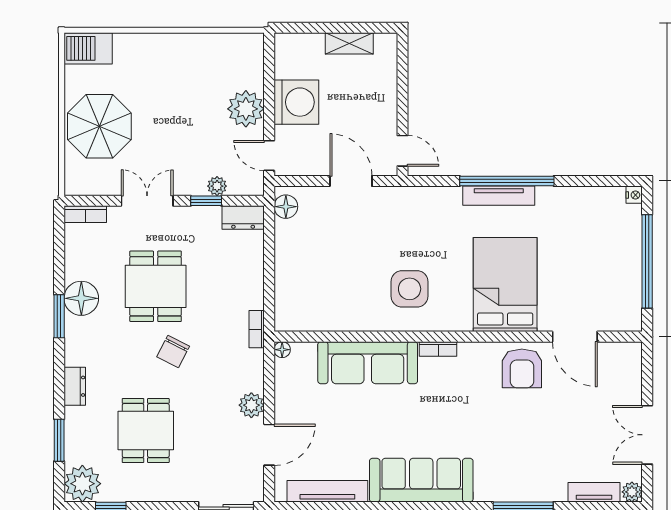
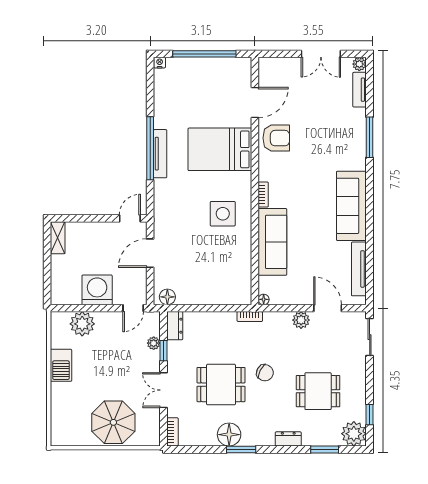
shelving: (349, 43) -> (58, 238), moved
barbecue: (88, 48) -> (61, 365), moved
plant: (246, 109) -> (82, 324), moved

